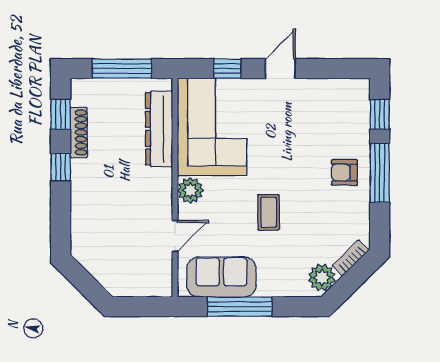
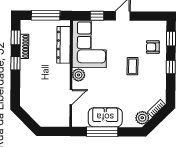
armchair: (344, 173) -> (153, 47), moved
window: (380, 173) -> (171, 67), width x0.46
coffee table: (269, 212) -> (133, 66), moved
sofa: (221, 277) -> (105, 117), moved

